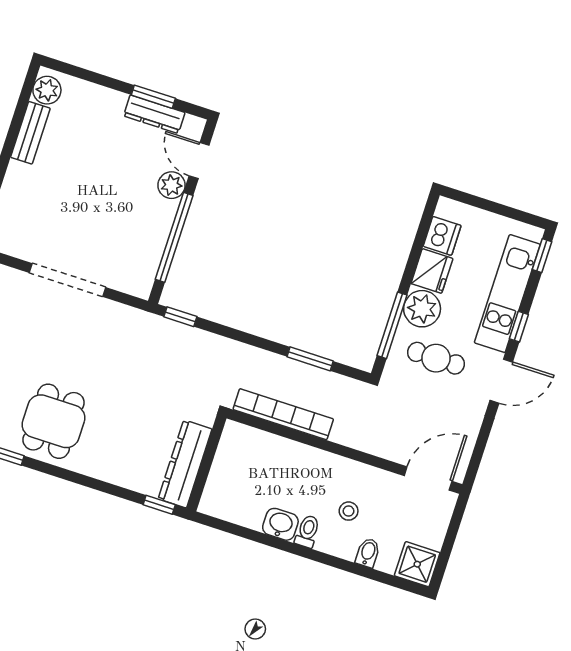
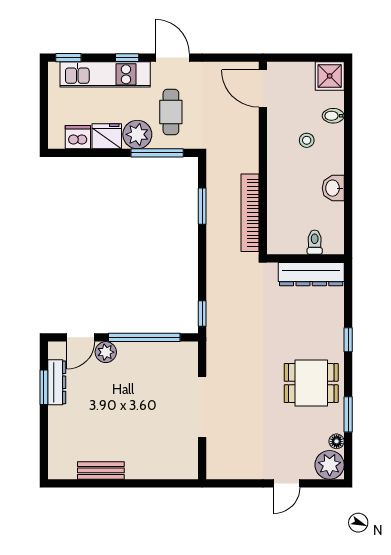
plant: (47, 90) -> (65, 468), removed
window: (159, 505) -> (348, 340), moved
toilet: (307, 531) -> (315, 242), moved, turned 90

